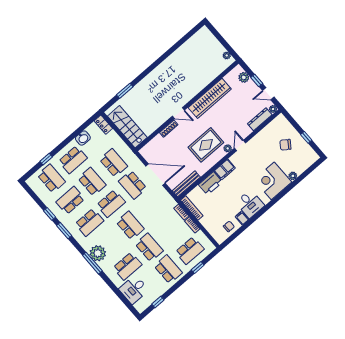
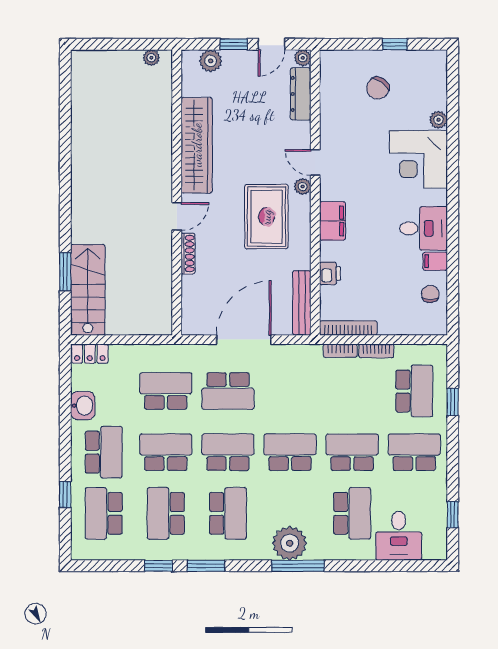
stairs: (127, 127) -> (88, 290), moved, turned 90
school desk: (51, 178) -> (104, 513), turned -90
printer: (210, 183) -> (330, 273), width x0.53, depth x0.68
school desk: (111, 204) -> (228, 452), turned -90

